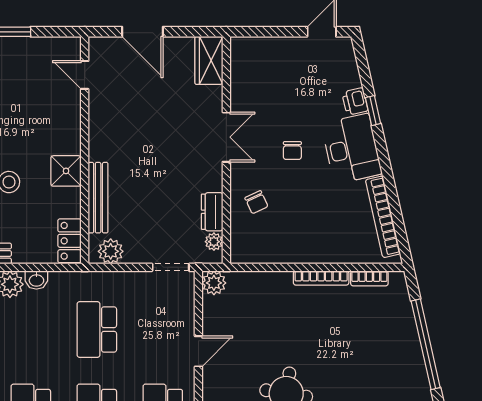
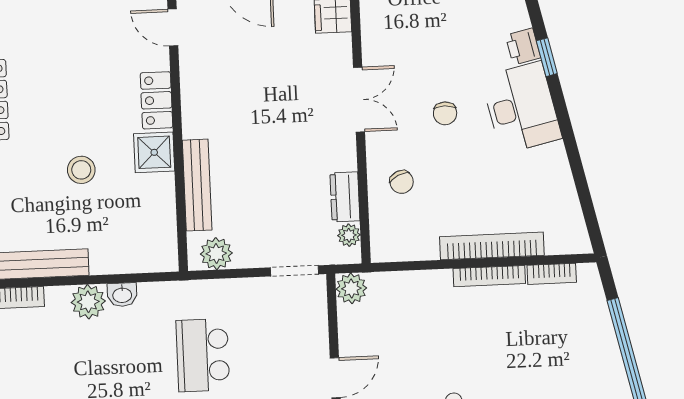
bookcase: (383, 217) -> (492, 246), moved, turned 103
locker: (70, 241) -> (156, 100), moved

